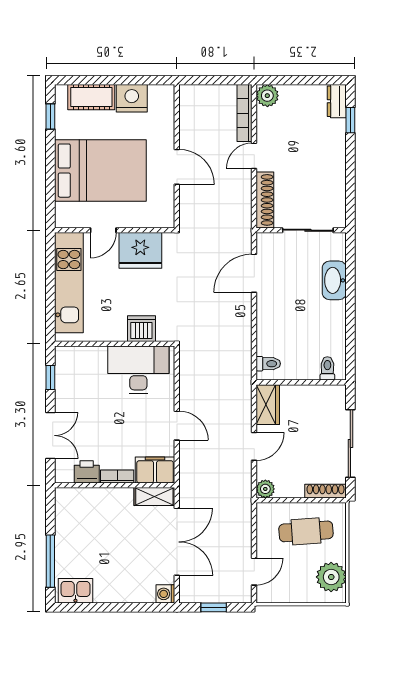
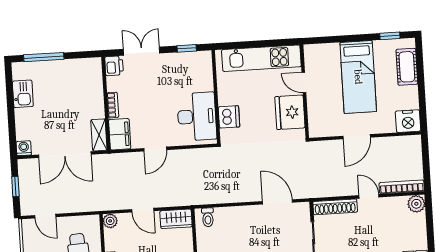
nightstand: (132, 98) -> (408, 121), moved, turned 90
bed: (100, 171) -> (358, 77), width x0.67
double door: (50, 435) -> (142, 51), swing flipped
printer: (87, 472) -> (114, 66), moved
kitchen sink: (75, 591) -> (23, 94), moved

